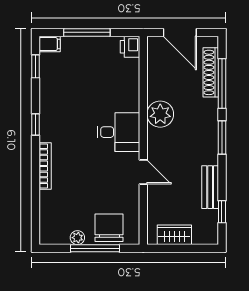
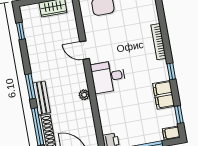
filing cabinet: (51, 96) -> (164, 95), added
plant: (160, 114) -> (84, 95), width x0.53, depth x0.53
bench: (210, 187) -> (42, 98), moved

